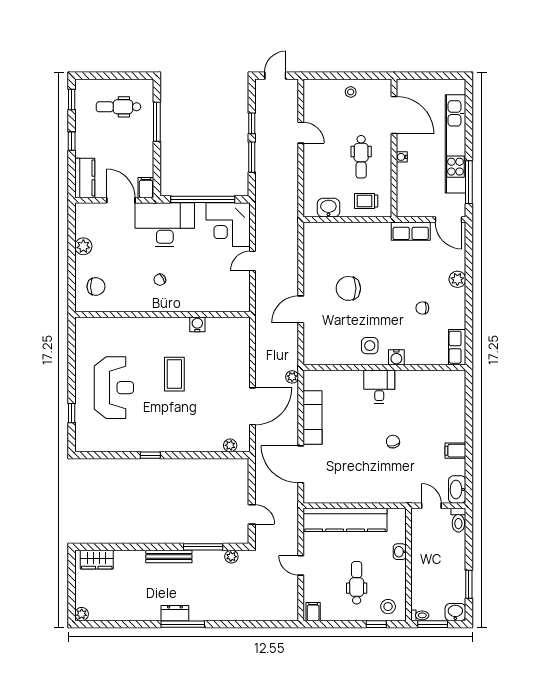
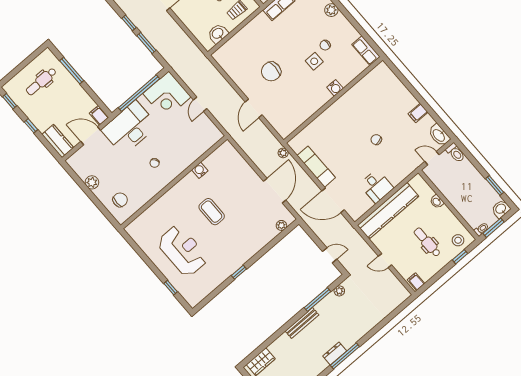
side table: (370, 346) -> (314, 61), moved
desk: (379, 387) -> (376, 186), moved, turned 180

